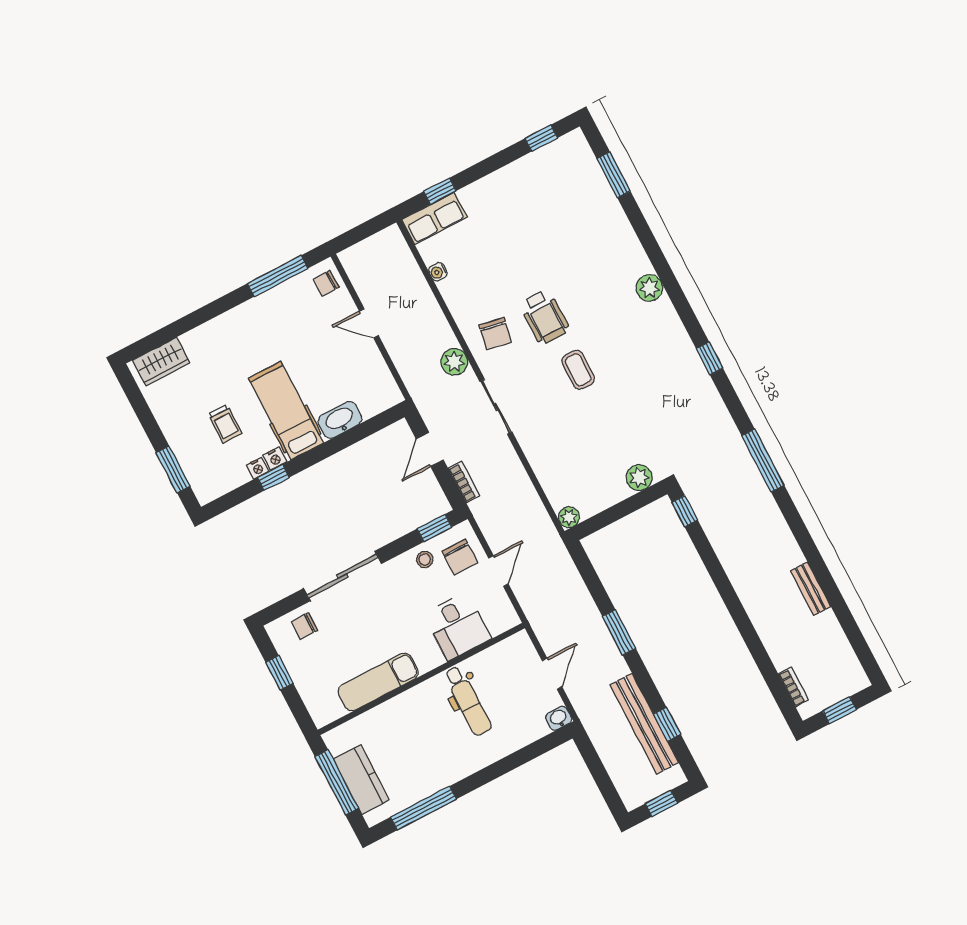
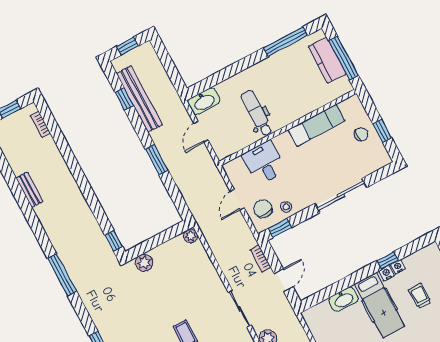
chair: (304, 626) -> (361, 134), moved
washbasin: (559, 718) -> (204, 101), width x1.91, depth x1.45

